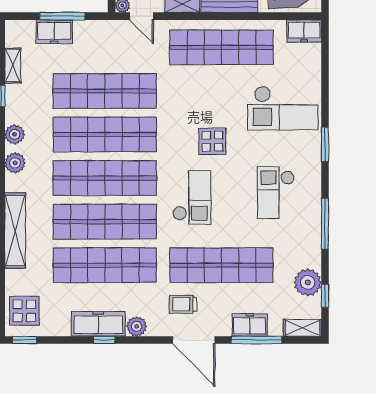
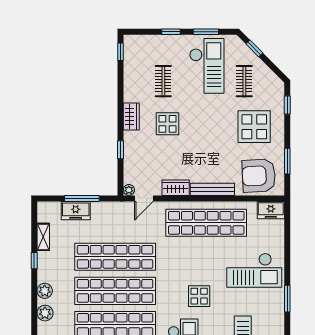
door: (142, 16) -> (144, 198), hinge flipped

